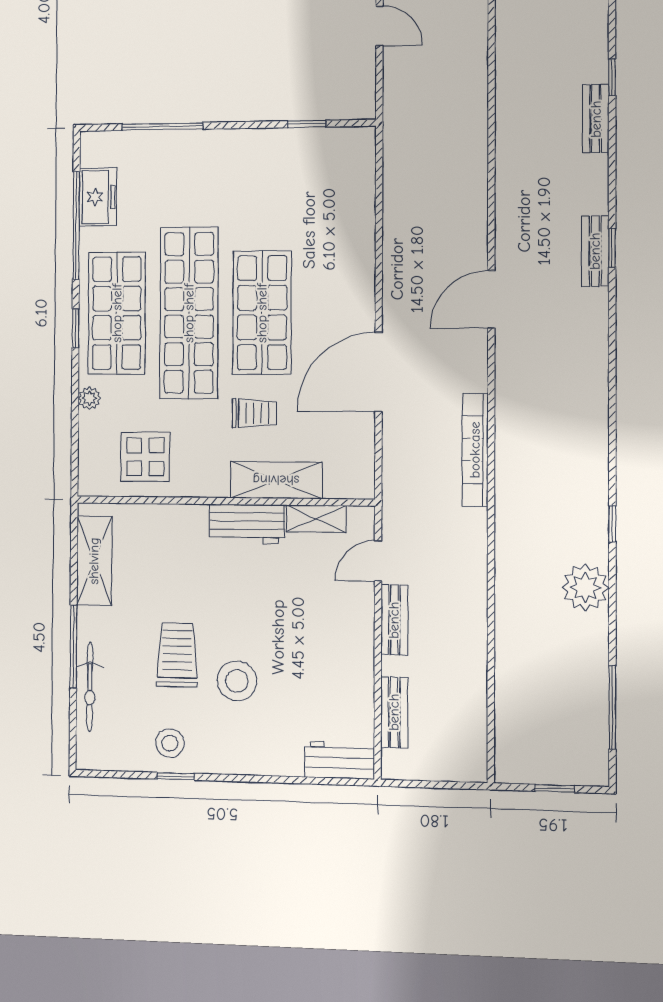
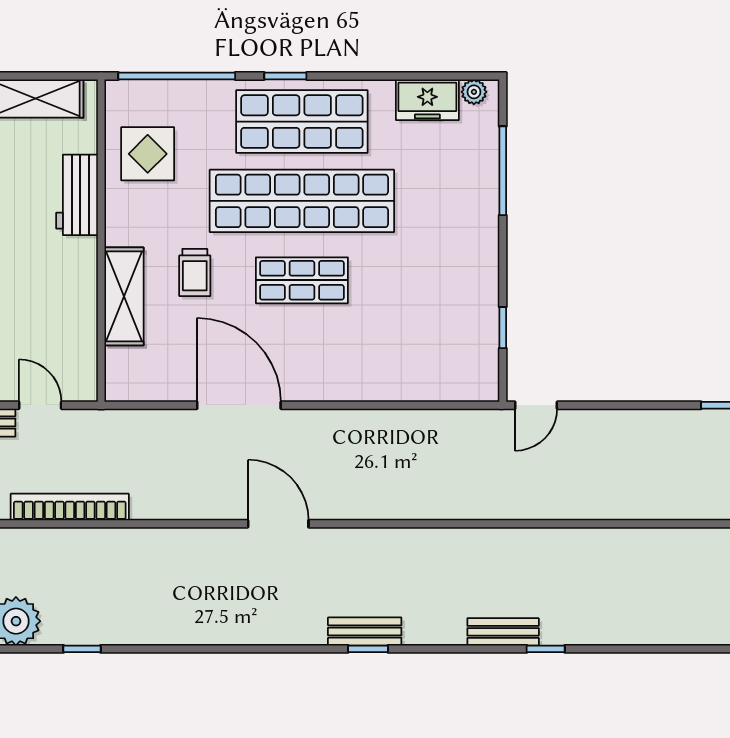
door: (379, 26) -> (536, 405), moved
window: (76, 225) -> (177, 76), moved
door: (491, 299) -> (278, 524), moved
shop shelf: (262, 313) -> (302, 280), width x0.70, depth x0.74
plant: (89, 398) -> (474, 92), moved
bookcase: (475, 450) -> (70, 507), moved
shelving: (316, 519) -> (84, 339), removed
workbench: (247, 524) -> (77, 195), moved

